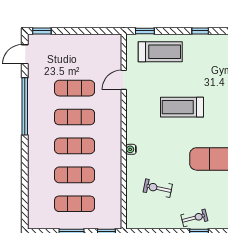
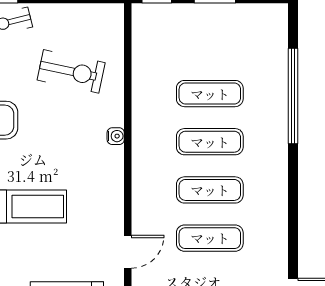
window: (25, 106) -> (293, 96), moved
exercise bike: (158, 188) -> (71, 71), width x1.38, depth x1.39
exercise mat: (75, 204) -> (210, 45), removed

